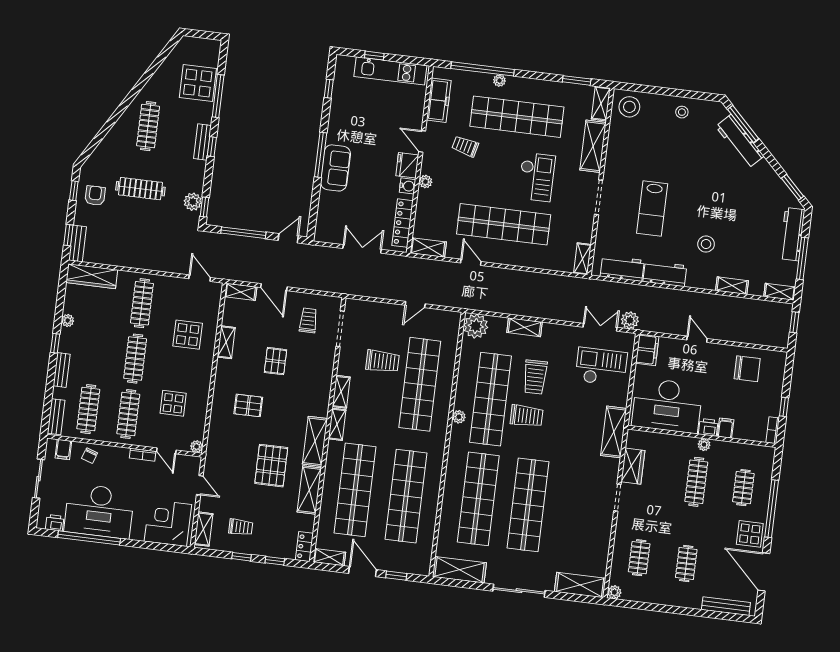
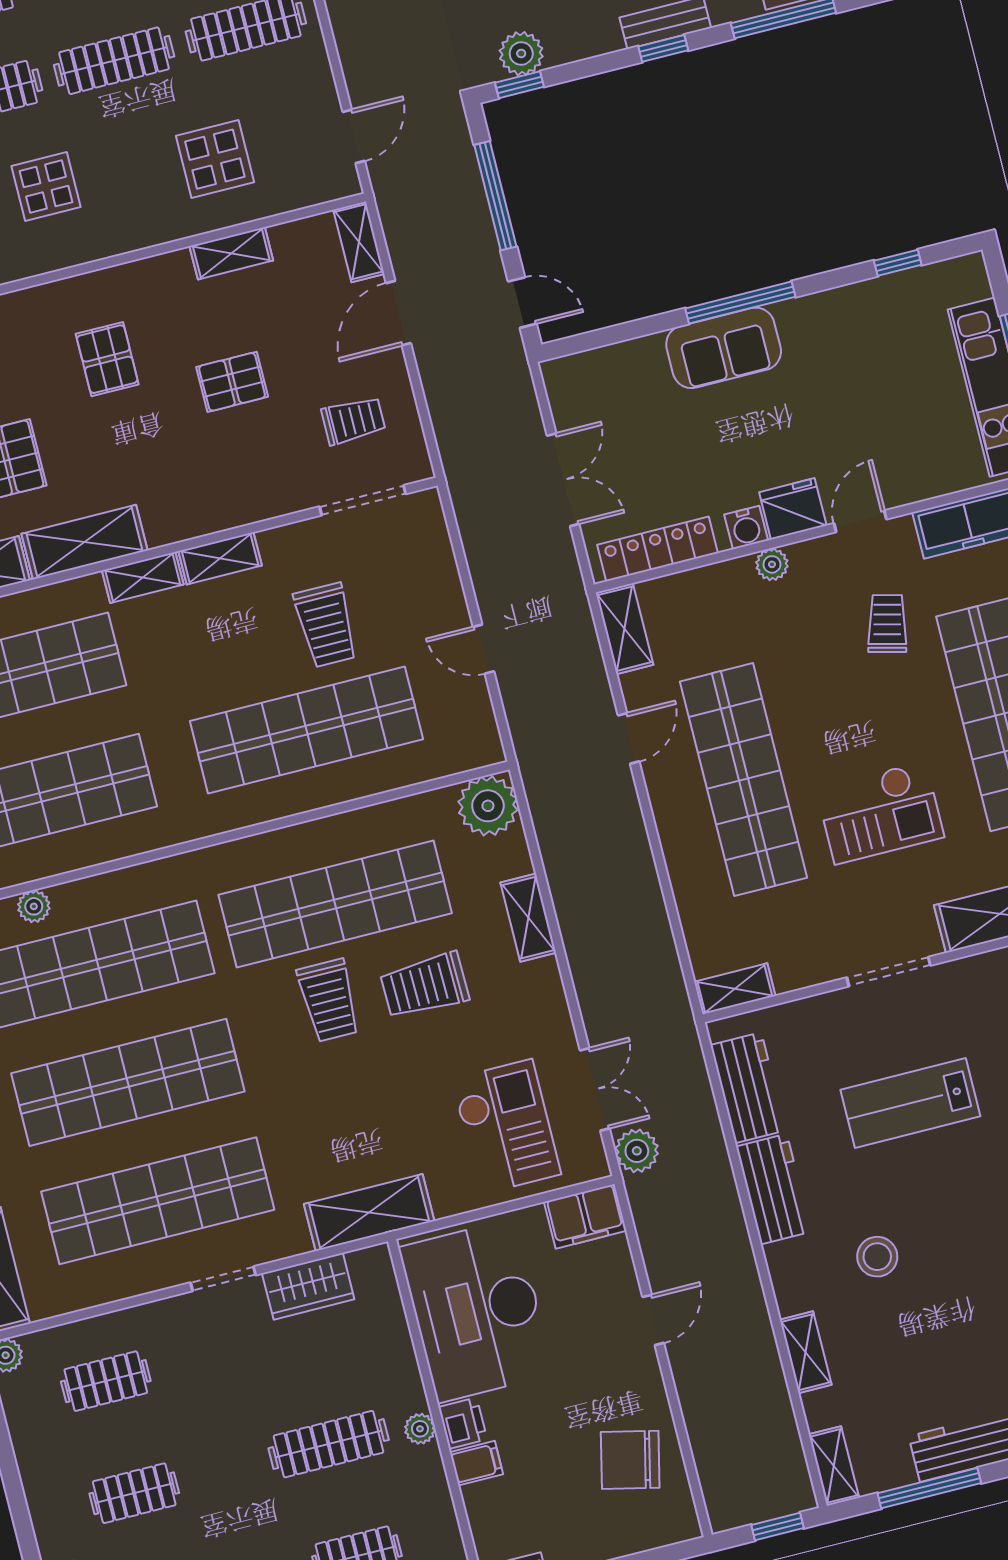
chair: (747, 369) -> (630, 1460), turned 103
plant: (459, 417) -> (34, 906), moved
shop shelf: (578, 511) -> (158, 1201), added

